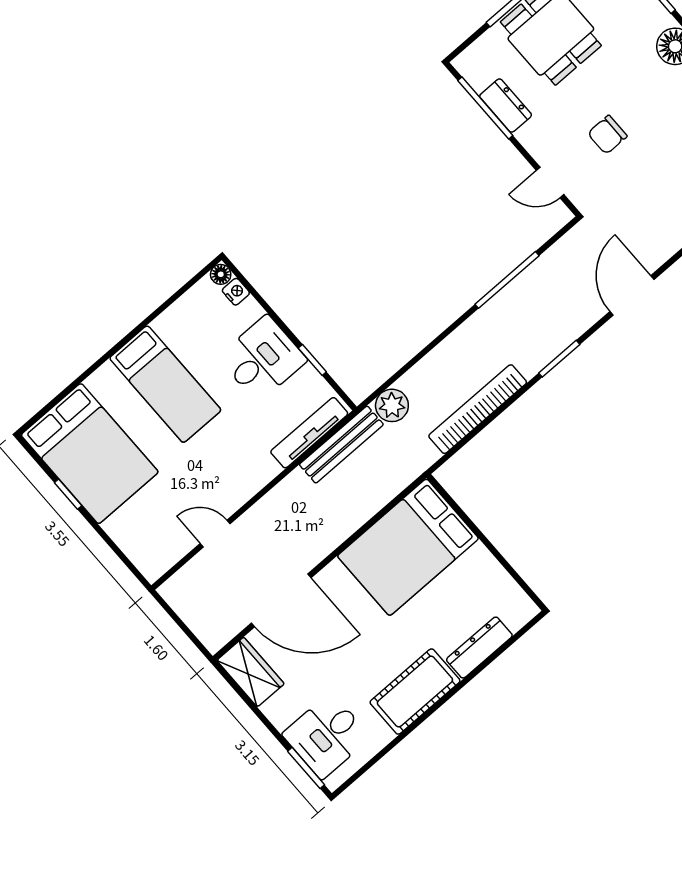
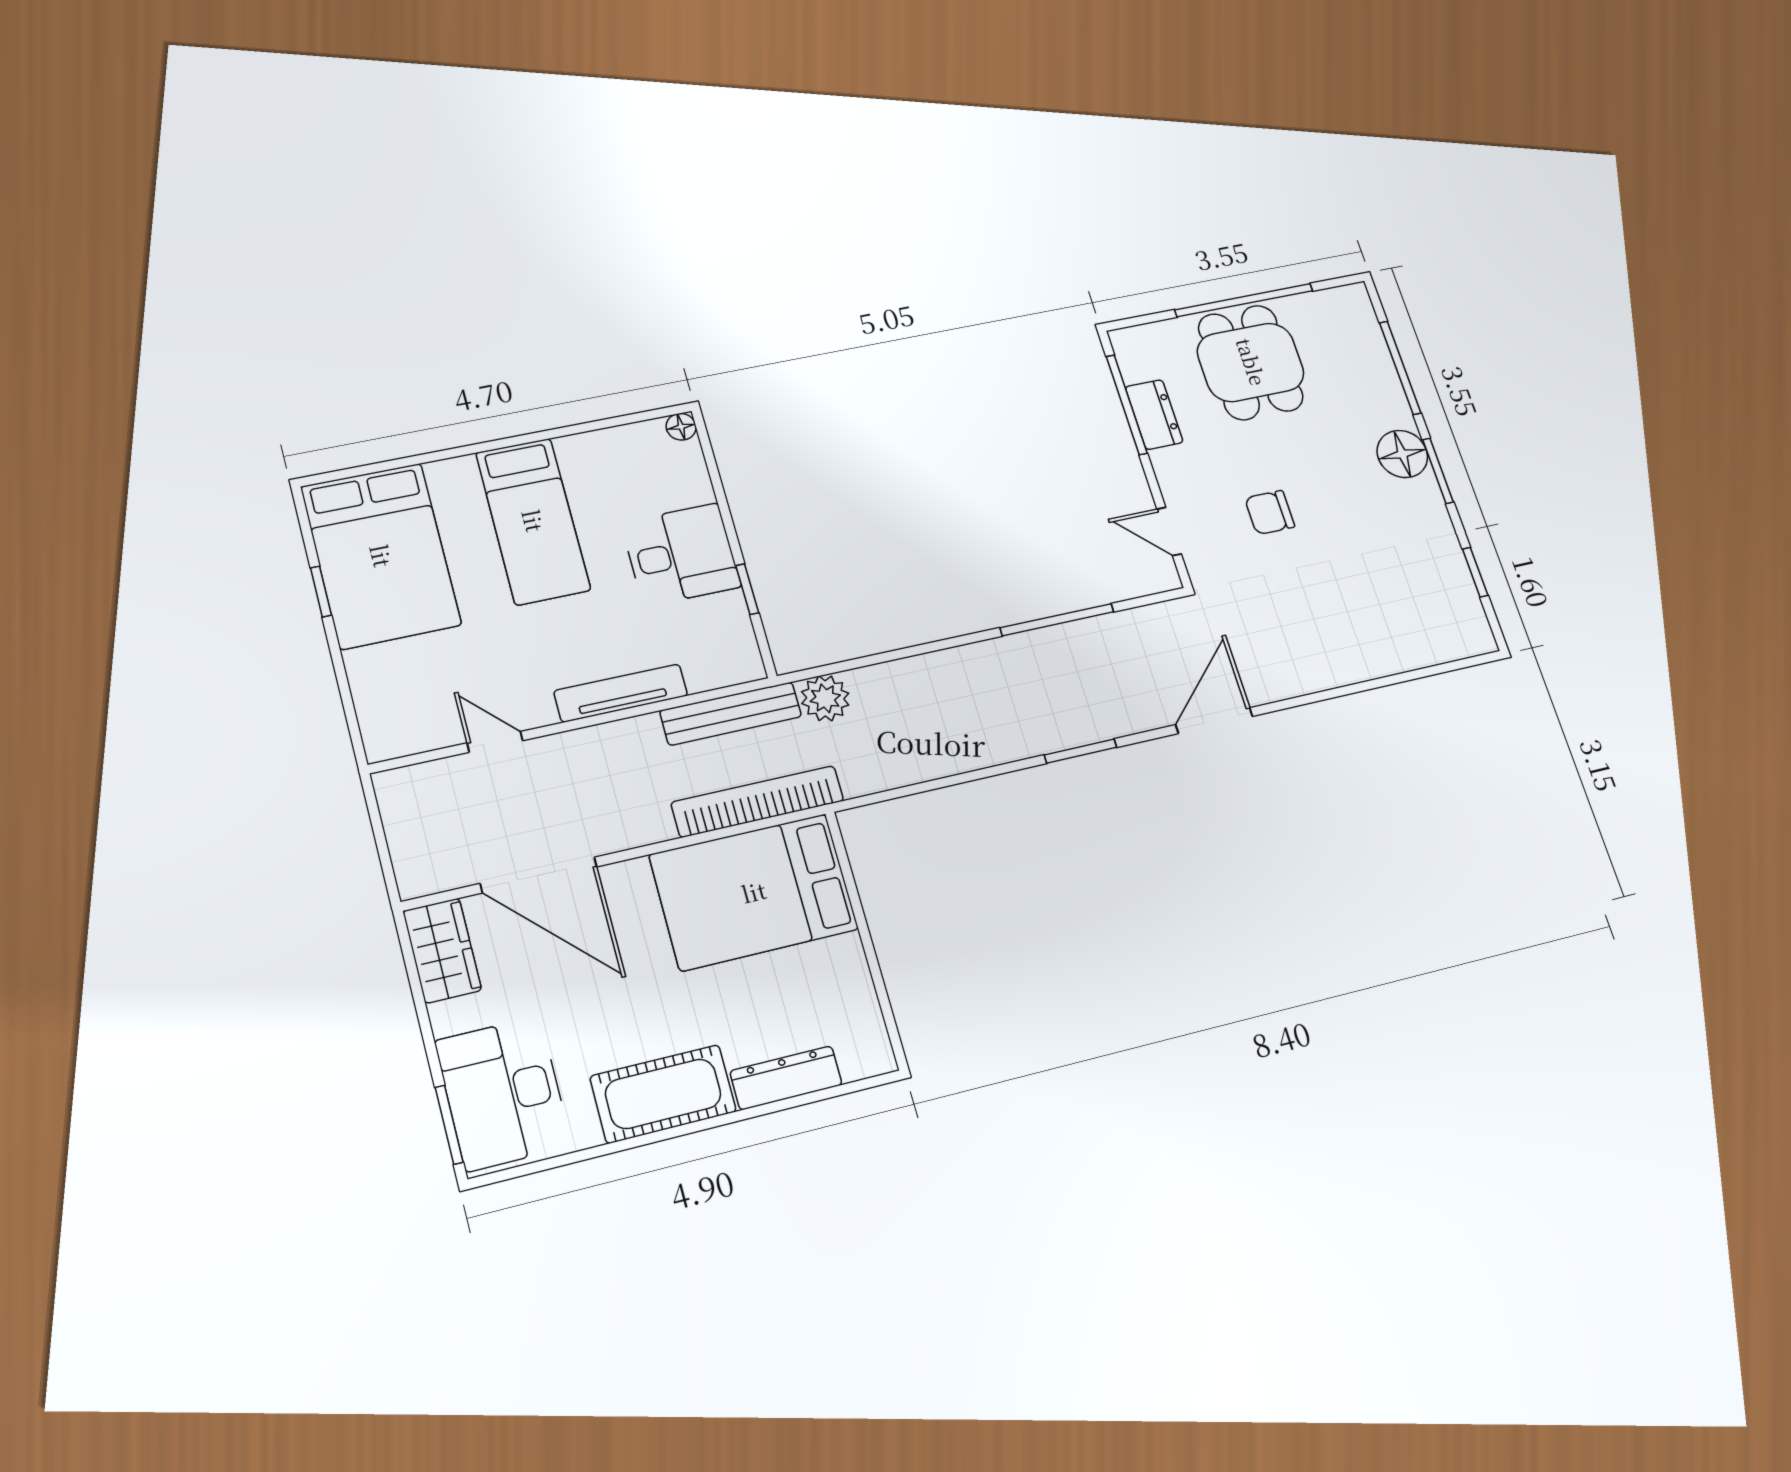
nightstand: (236, 292) -> (690, 457), removed
bookcase: (478, 409) -> (758, 802), moved
tv unit: (309, 433) -> (621, 693), moved
desk: (326, 736) -> (503, 1093), width x1.37

